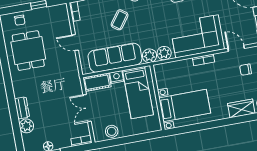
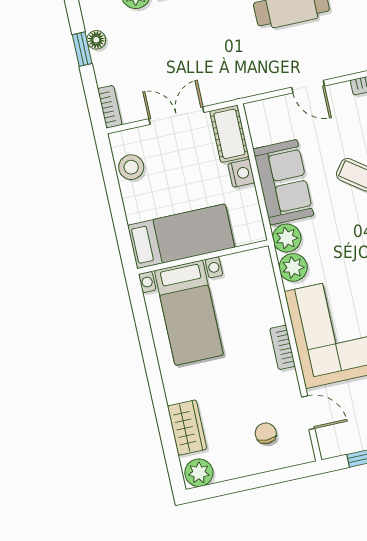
door: (75, 43) -> (308, 87), swing flipped
door: (236, 48) -> (308, 413), hinge flipped
sofa: (115, 58) -> (283, 182), width x0.73
bed: (138, 93) -> (181, 236), moved, turned 180

